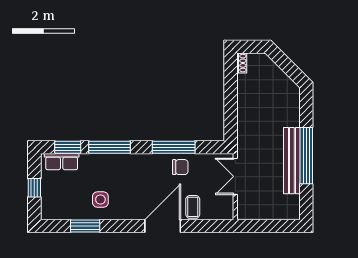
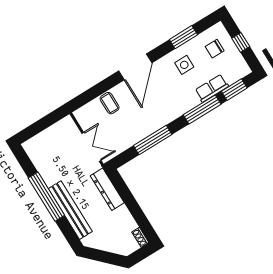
dresser: (245, 127) -> (107, 189), added
bench: (292, 161) -> (70, 210), moved
row of seats: (62, 162) -> (212, 88), moved
chair: (180, 167) -> (215, 49), moved
door: (163, 226) -> (135, 67), moved

